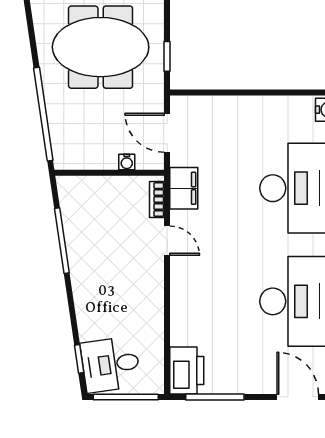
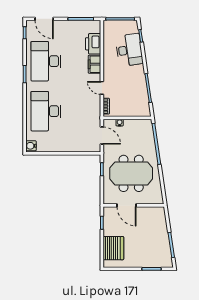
filing cabinet: (184, 188) -> (94, 64), moved
desk: (111, 364) -> (129, 50), moved, width x1.37
printer: (187, 371) -> (93, 44), moved

